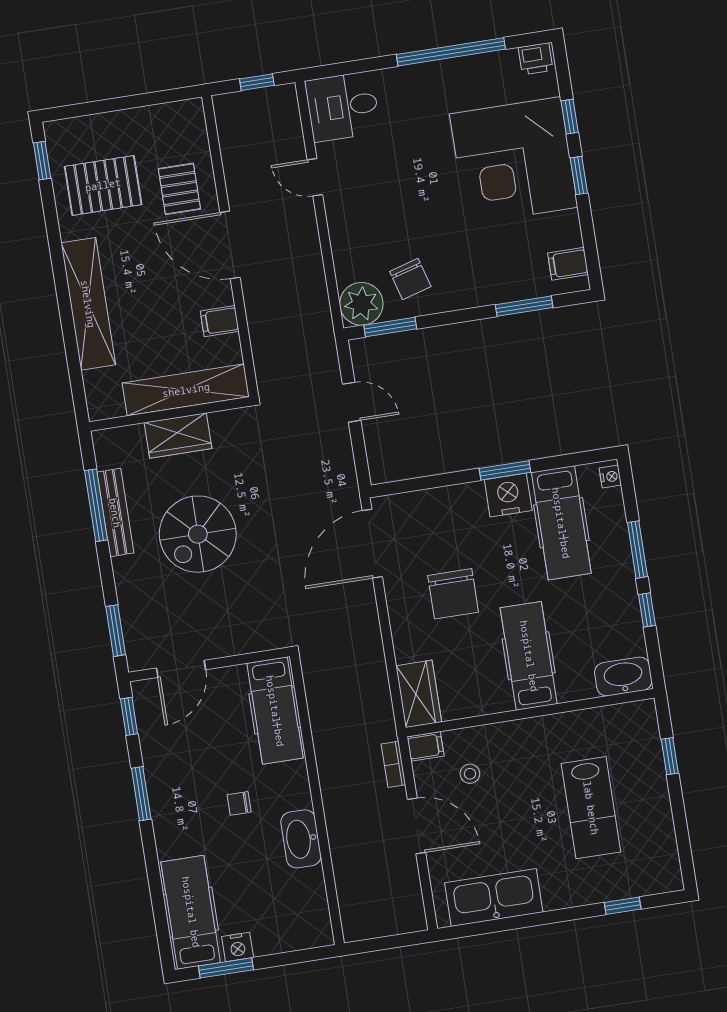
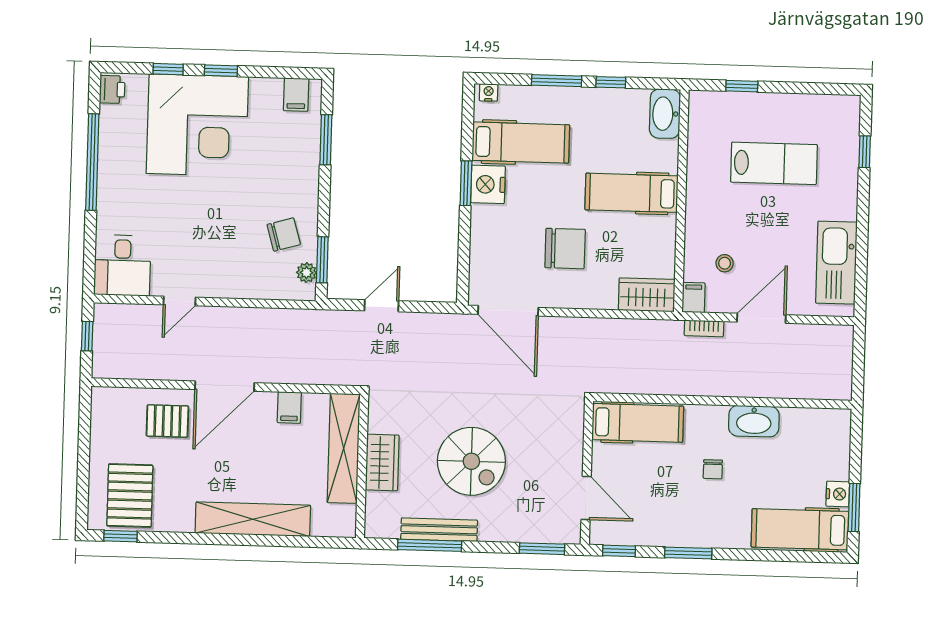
pallet: (103, 185) -> (130, 496), moved
plant: (361, 304) -> (307, 273), width x0.53, depth x0.53

